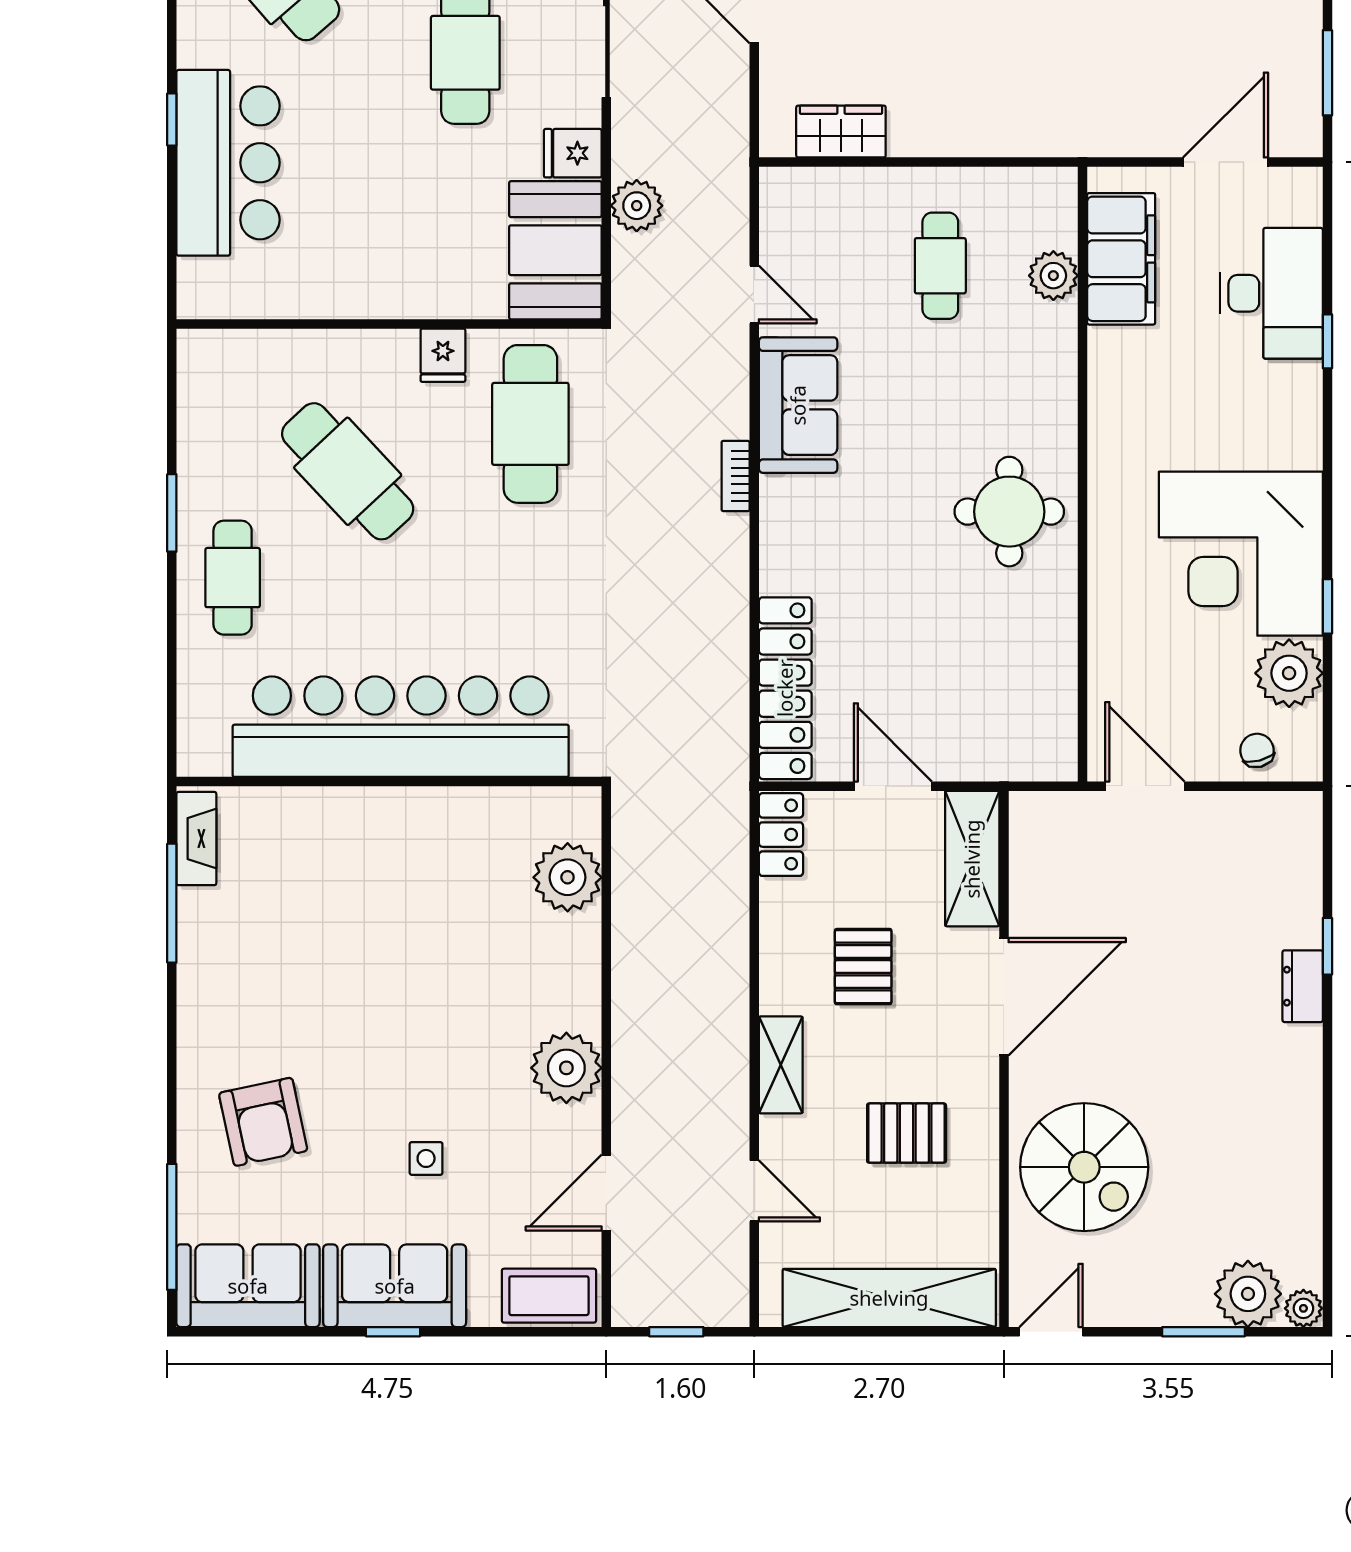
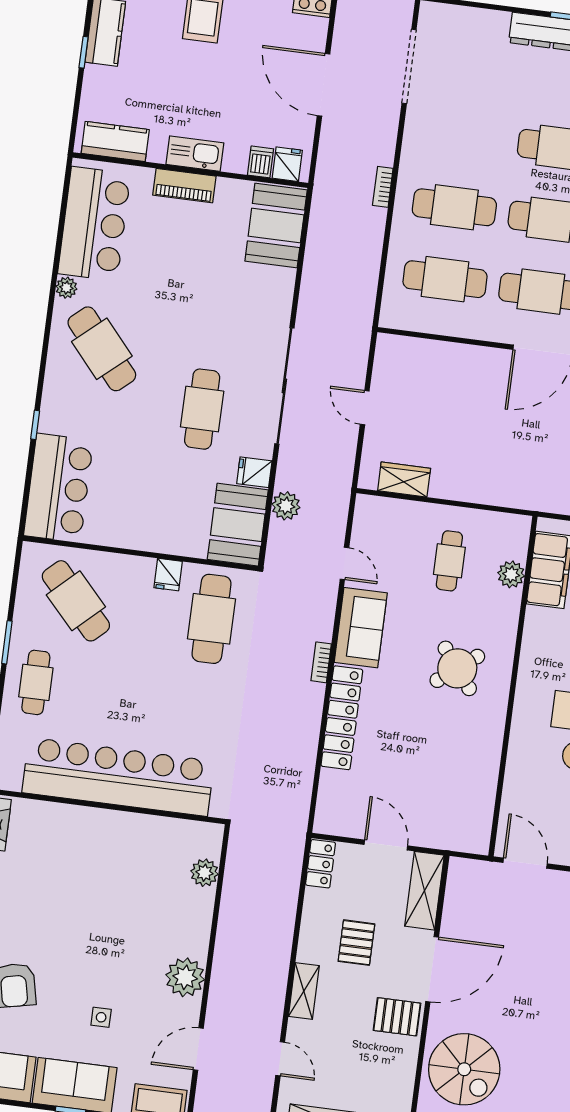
bar counter: (228, 163) -> (59, 488), moved
cafe table: (348, 471) -> (76, 601), moved
round table: (1009, 512) -> (457, 668), moved, turned -38
locker: (785, 688) -> (342, 718), moved
plant: (568, 877) -> (204, 873), width x0.73, depth x0.73
pallet: (907, 1133) -> (397, 1017), moved

